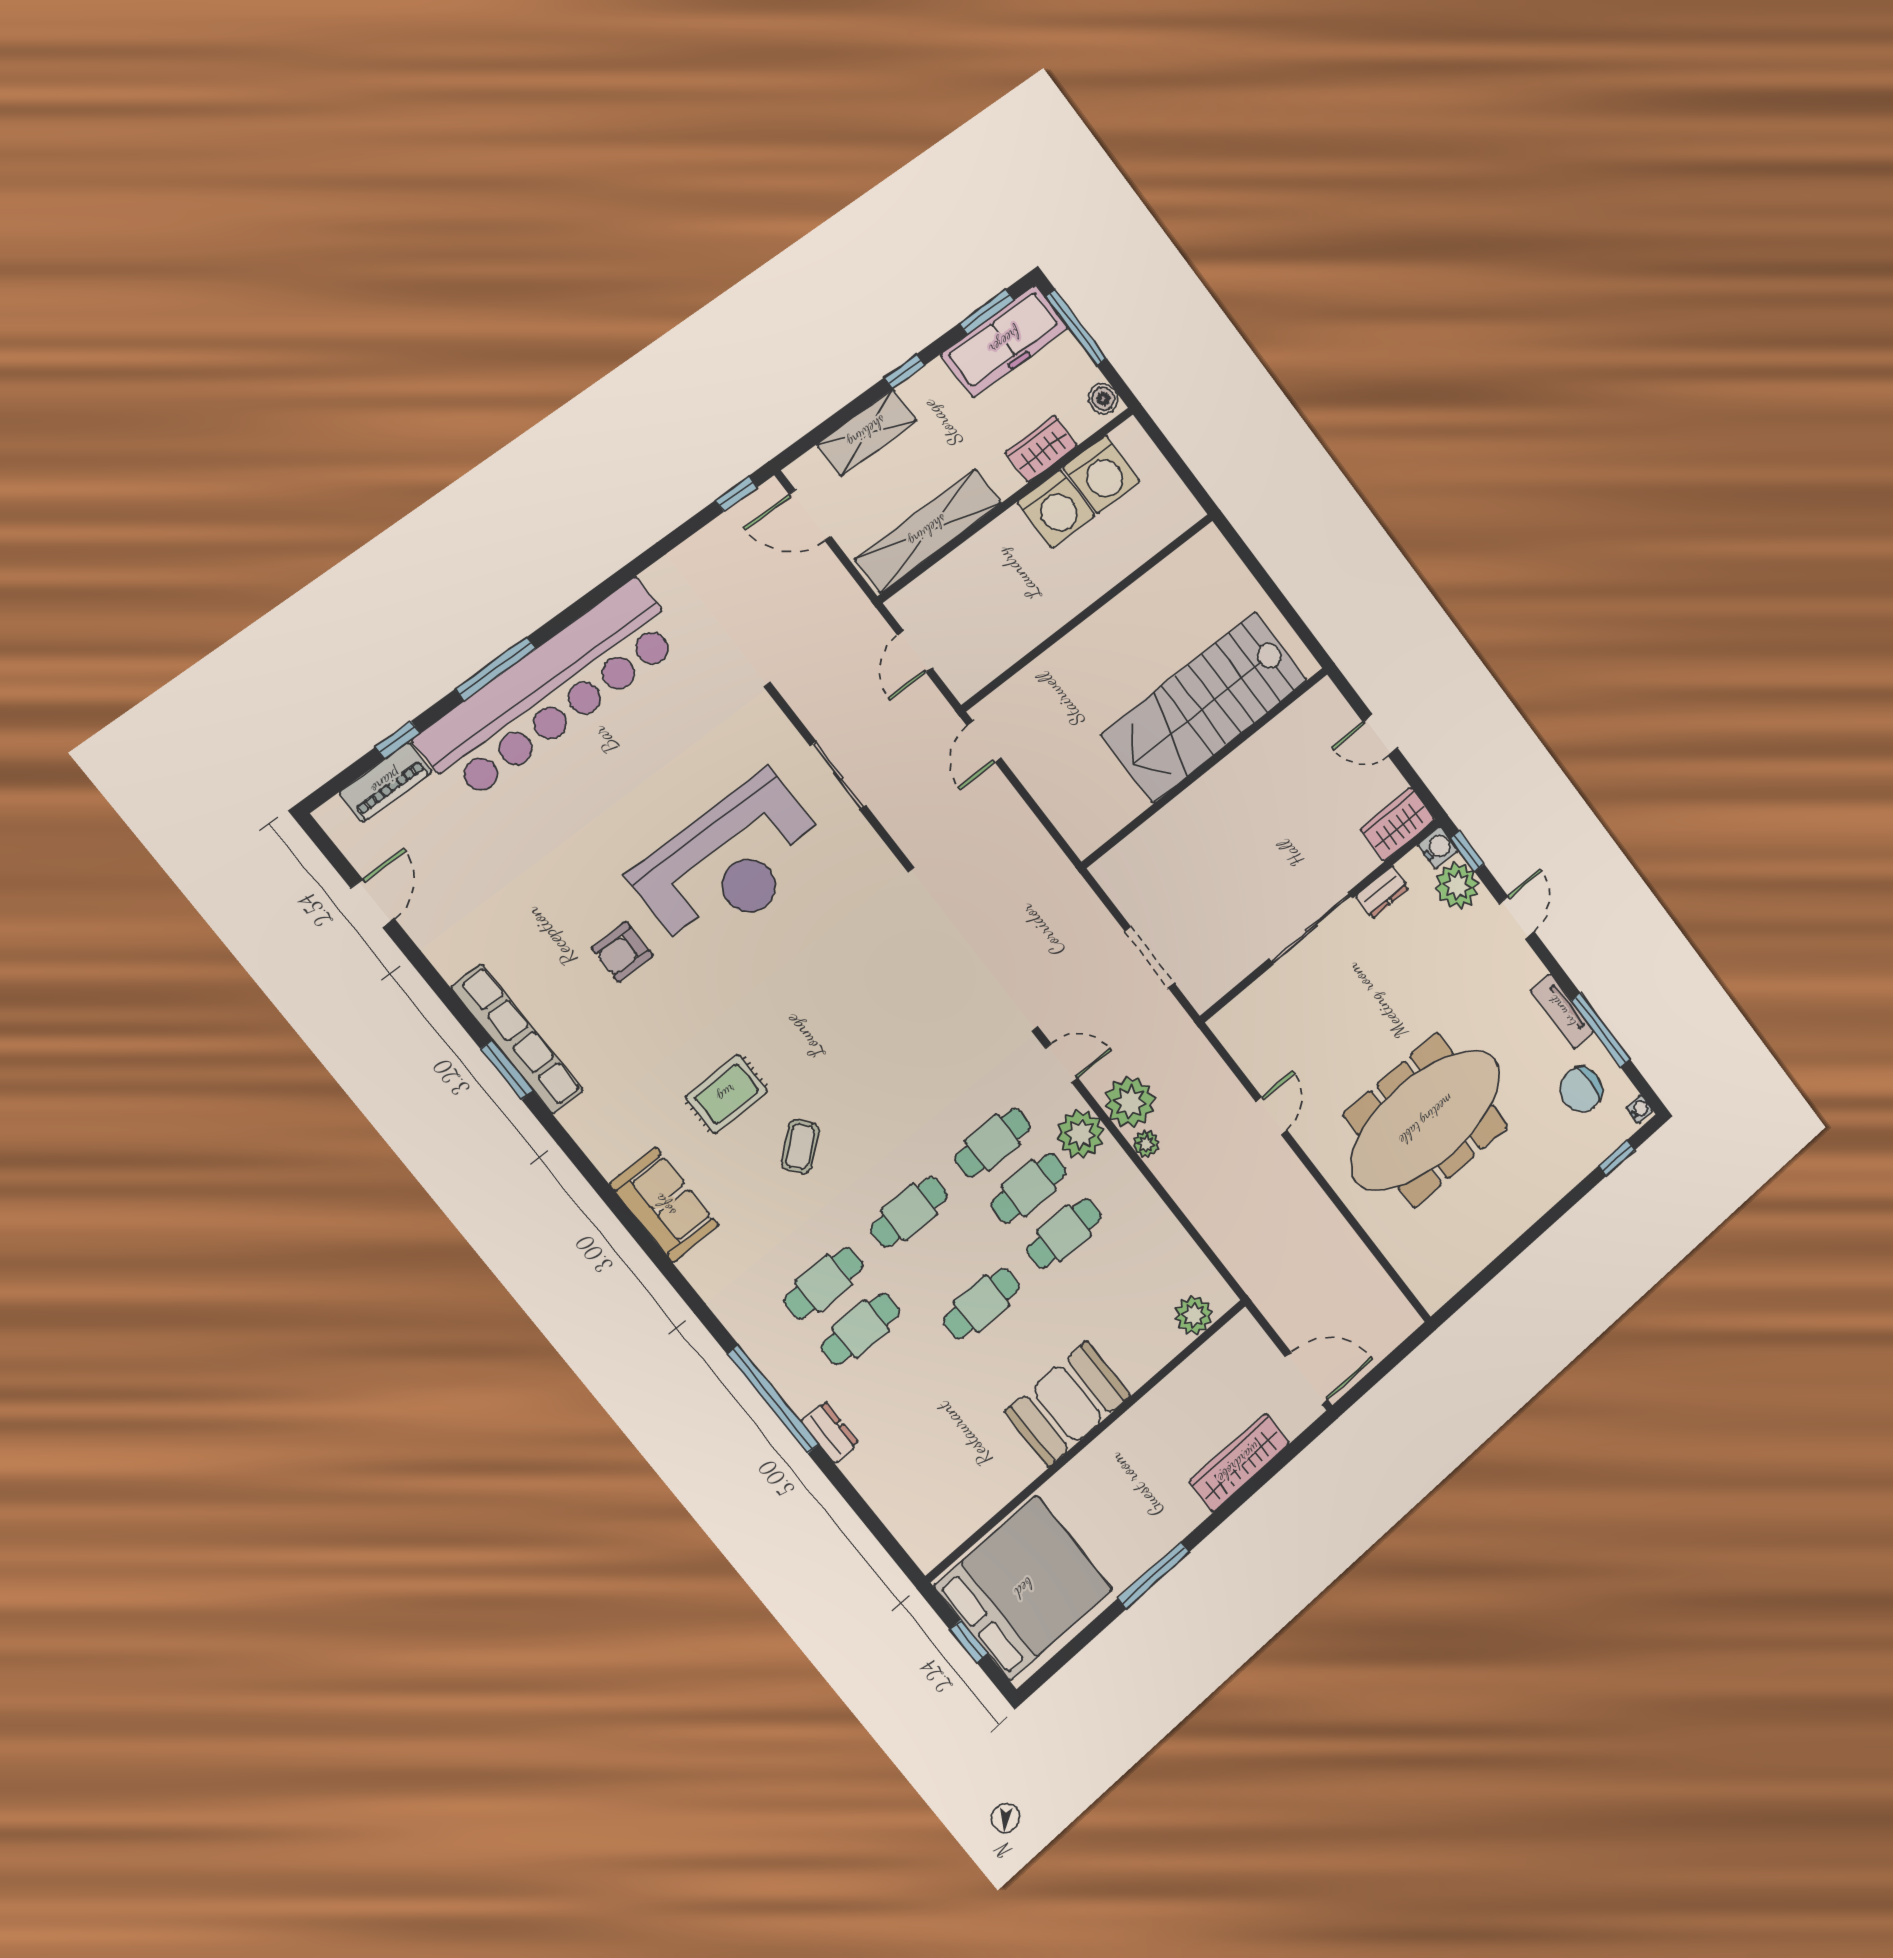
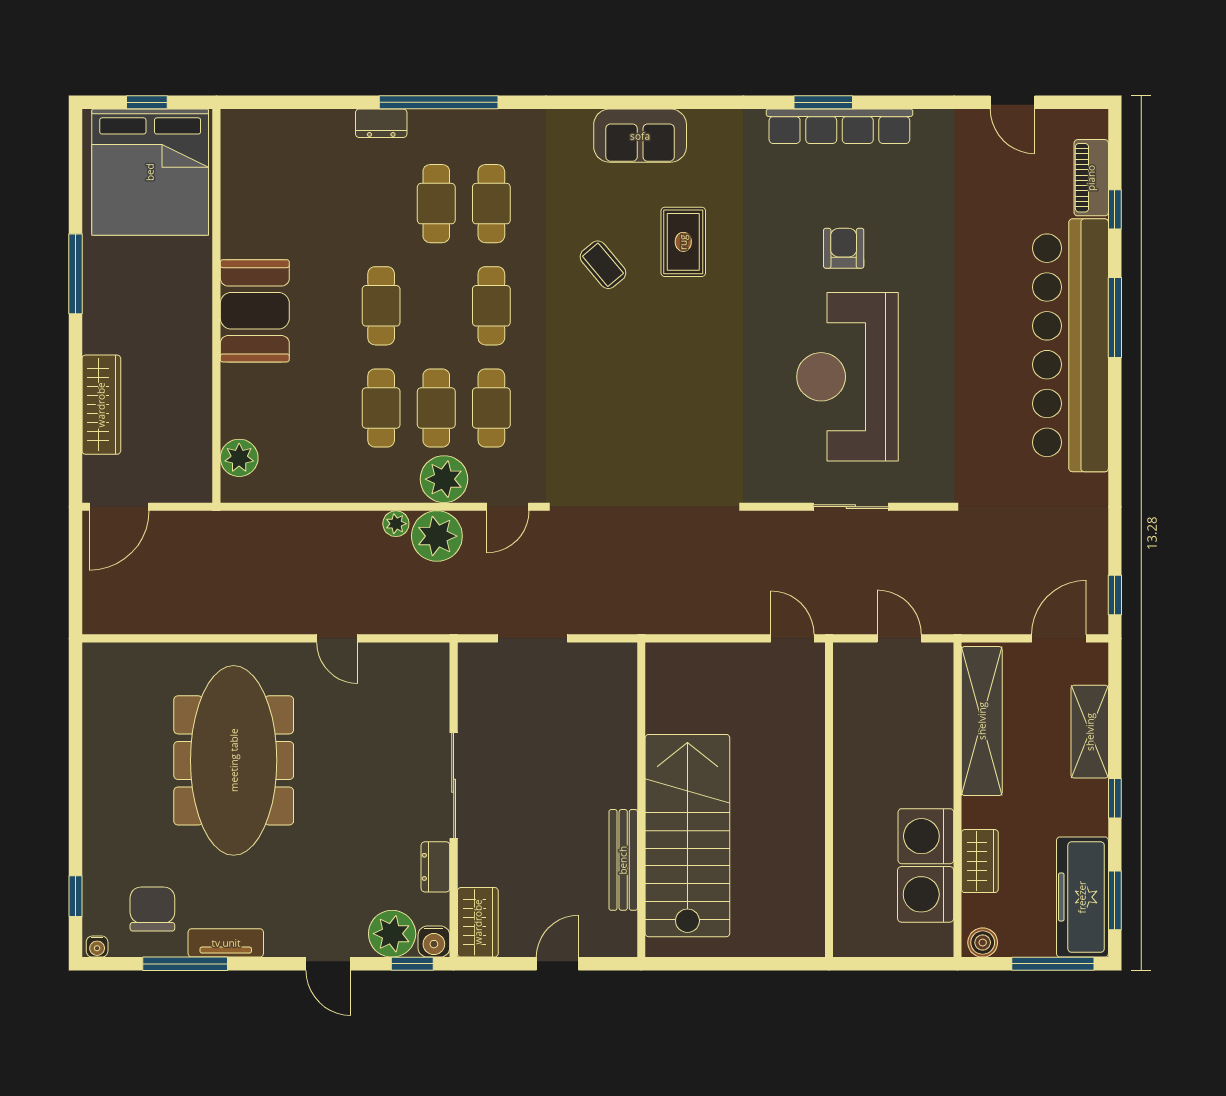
bench: (1263, 745) -> (623, 860), added

